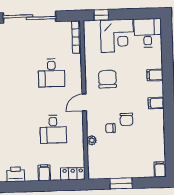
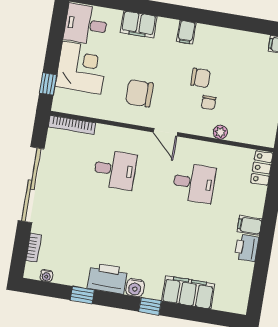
filing cabinet: (155, 75) -> (139, 24), width x2.00
filing cabinet: (44, 173) -> (249, 225), moved

